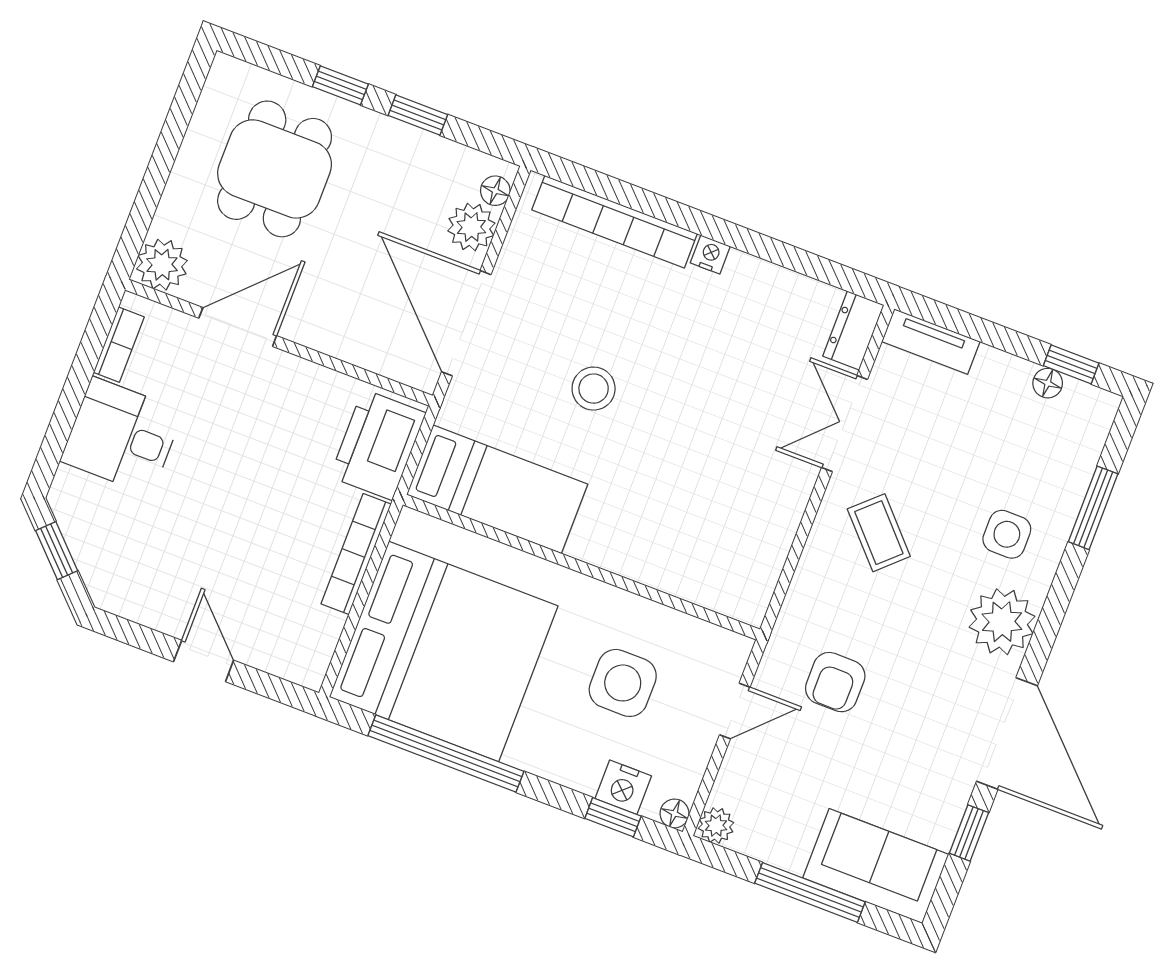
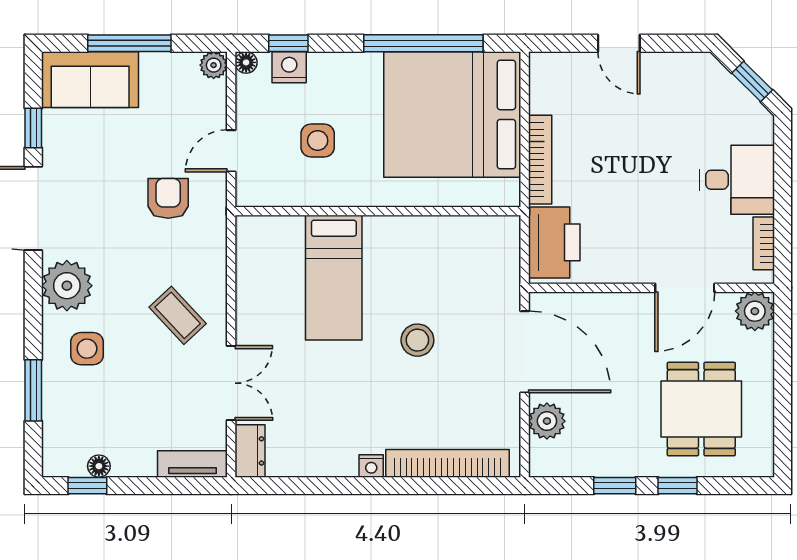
floor lamp: (495, 191) -> (540, 453), removed
bed: (497, 489) -> (334, 278), moved, turned -90
side table: (623, 683) -> (318, 141), width x0.73, depth x0.73

